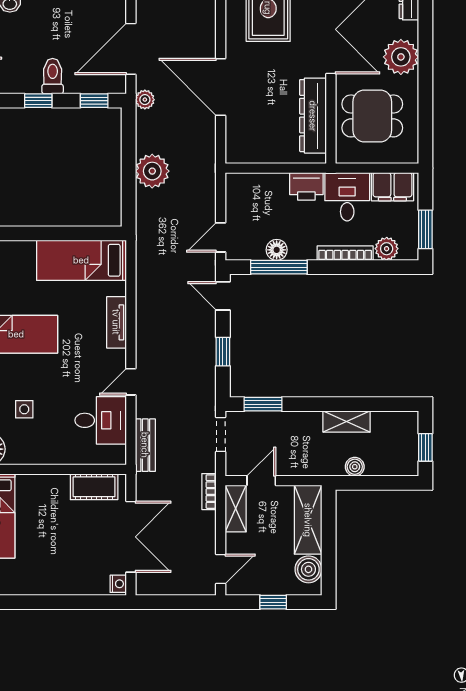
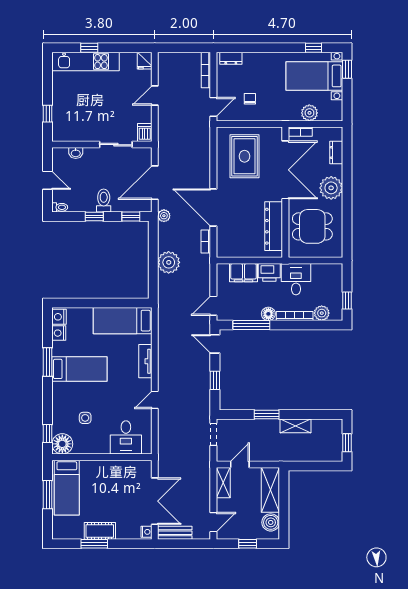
filing cabinet: (392, 187) -> (244, 273), moved
window: (425, 229) -> (347, 300), width x0.67
floor lamp: (277, 250) -> (268, 314), moved
window: (263, 404) -> (267, 415), moved
desk: (101, 420) -> (126, 437), moved, turned 90
bench: (145, 445) -> (175, 533), moved, turned 90
boiler: (355, 467) -> (301, 455), removed
cot: (94, 487) -> (100, 531), moved
bookcase: (209, 492) -> (206, 241), moved
window: (38, 602) -> (94, 544), added

